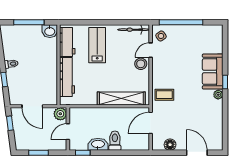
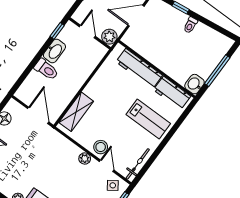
plant: (157, 69) -> (85, 159), added
coffee table: (164, 95) -> (55, 148), removed
shelving: (121, 98) -> (76, 112), width x0.68

